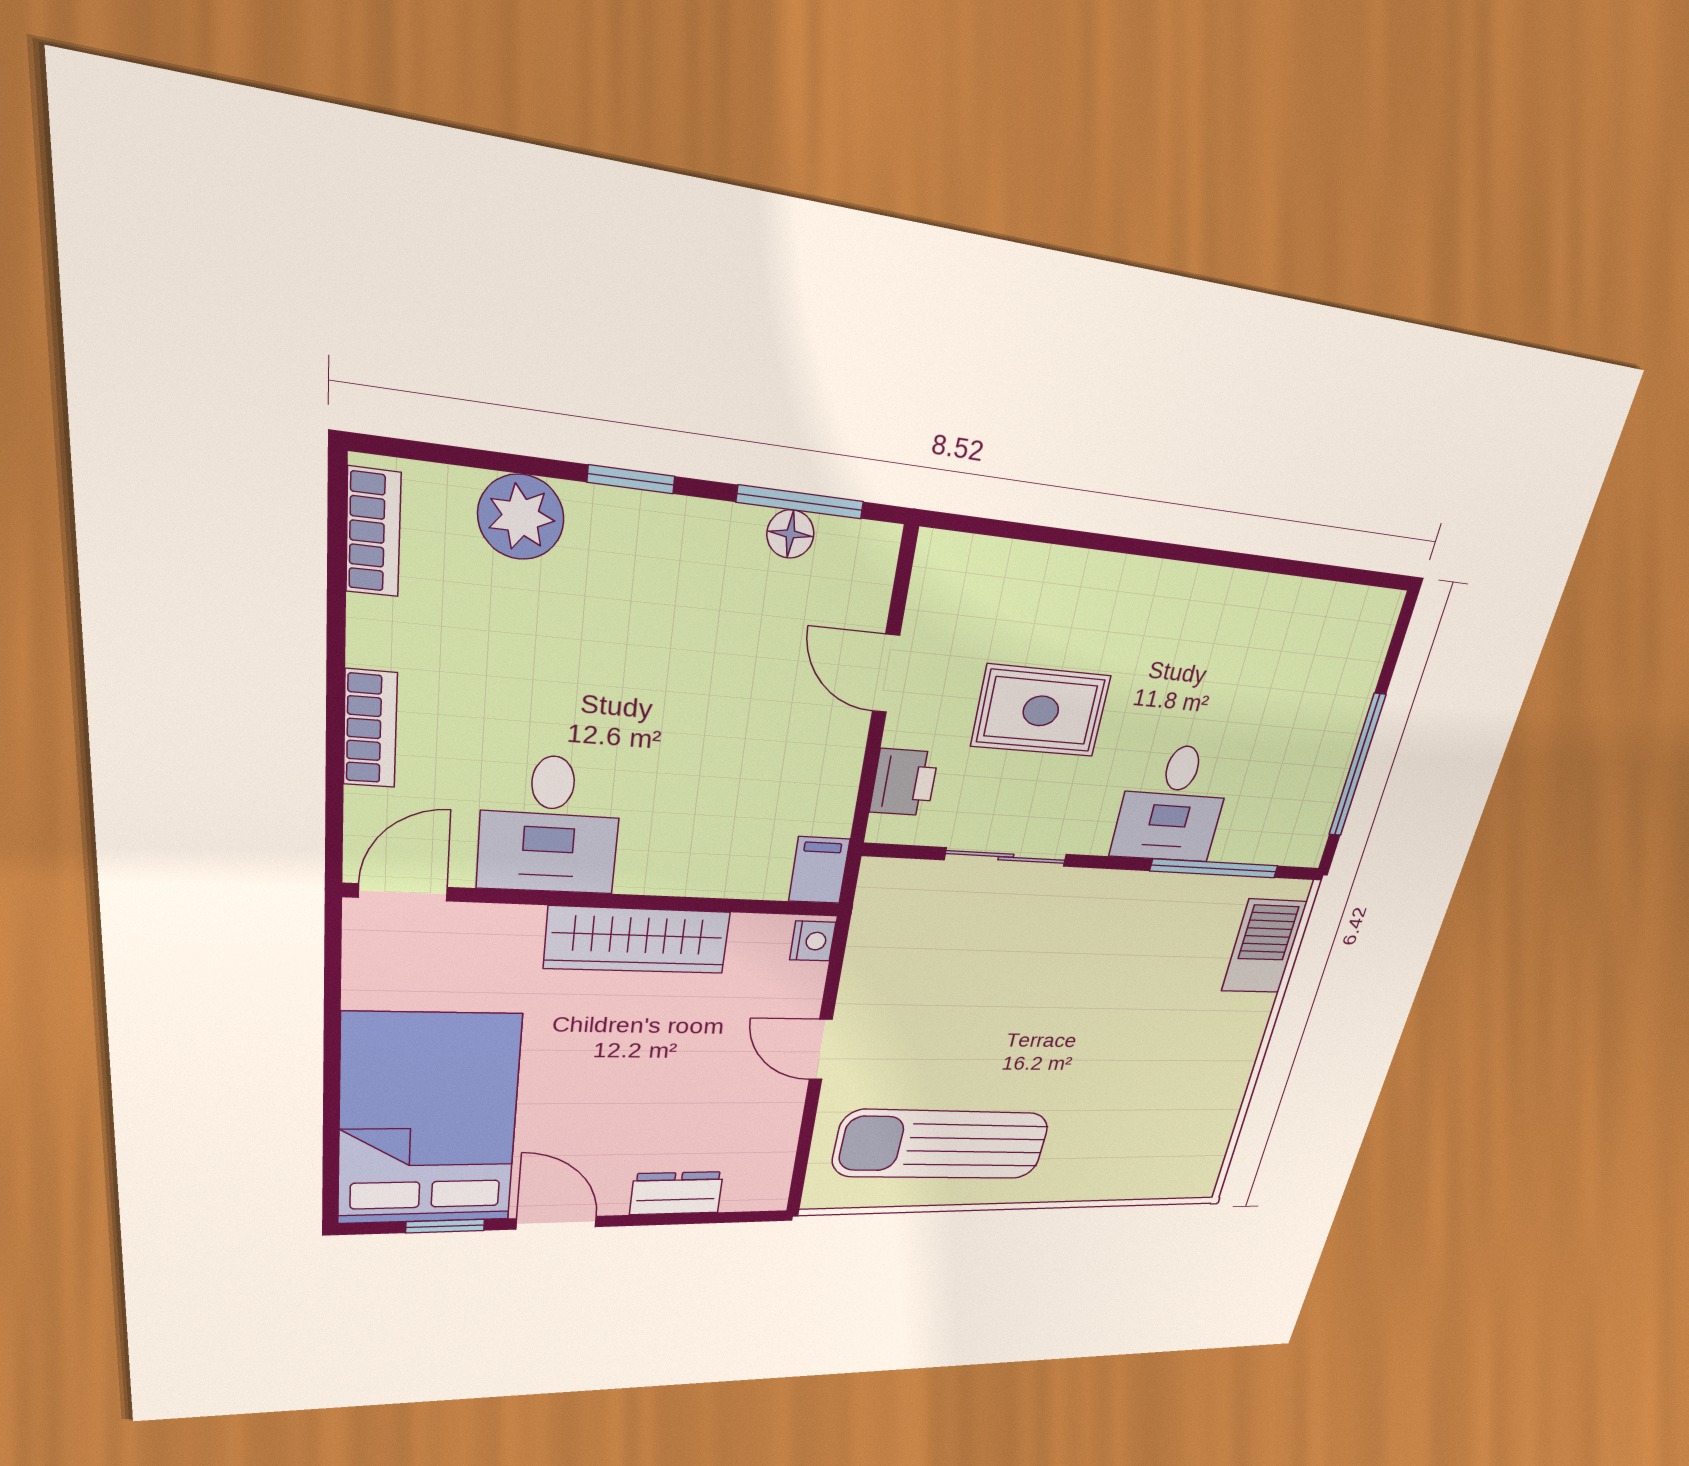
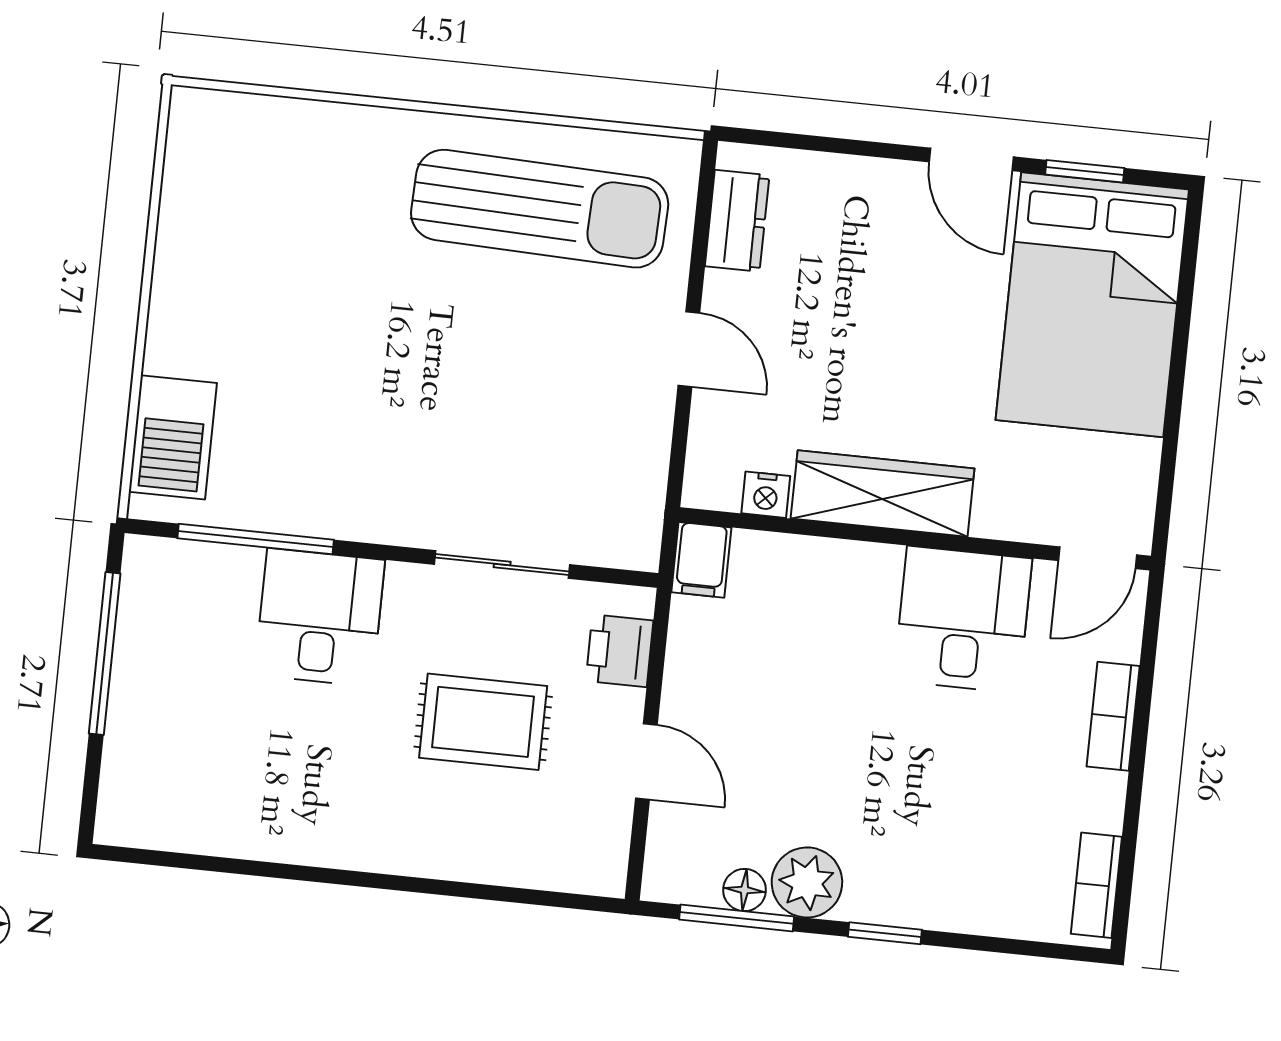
plant: (521, 517) -> (807, 882), moved
nightstand: (813, 941) -> (766, 495), moved, turned -90
dresser: (676, 1193) -> (737, 221), moved, turned -90

